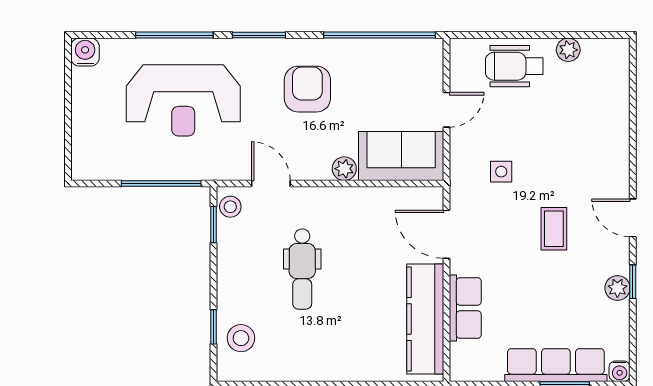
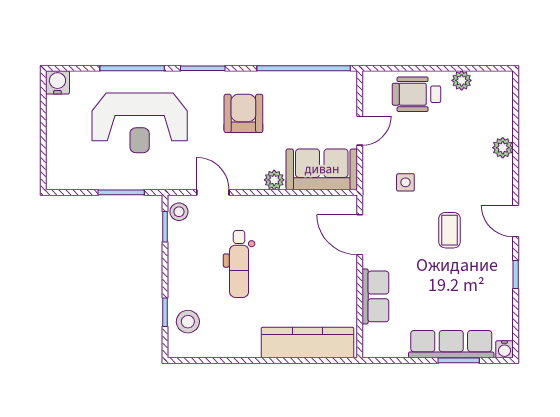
window: (161, 184) -> (121, 192), width x0.69
plant: (617, 288) -> (503, 148), moved
kitchen counter: (425, 319) -> (307, 343), moved, turned 90

